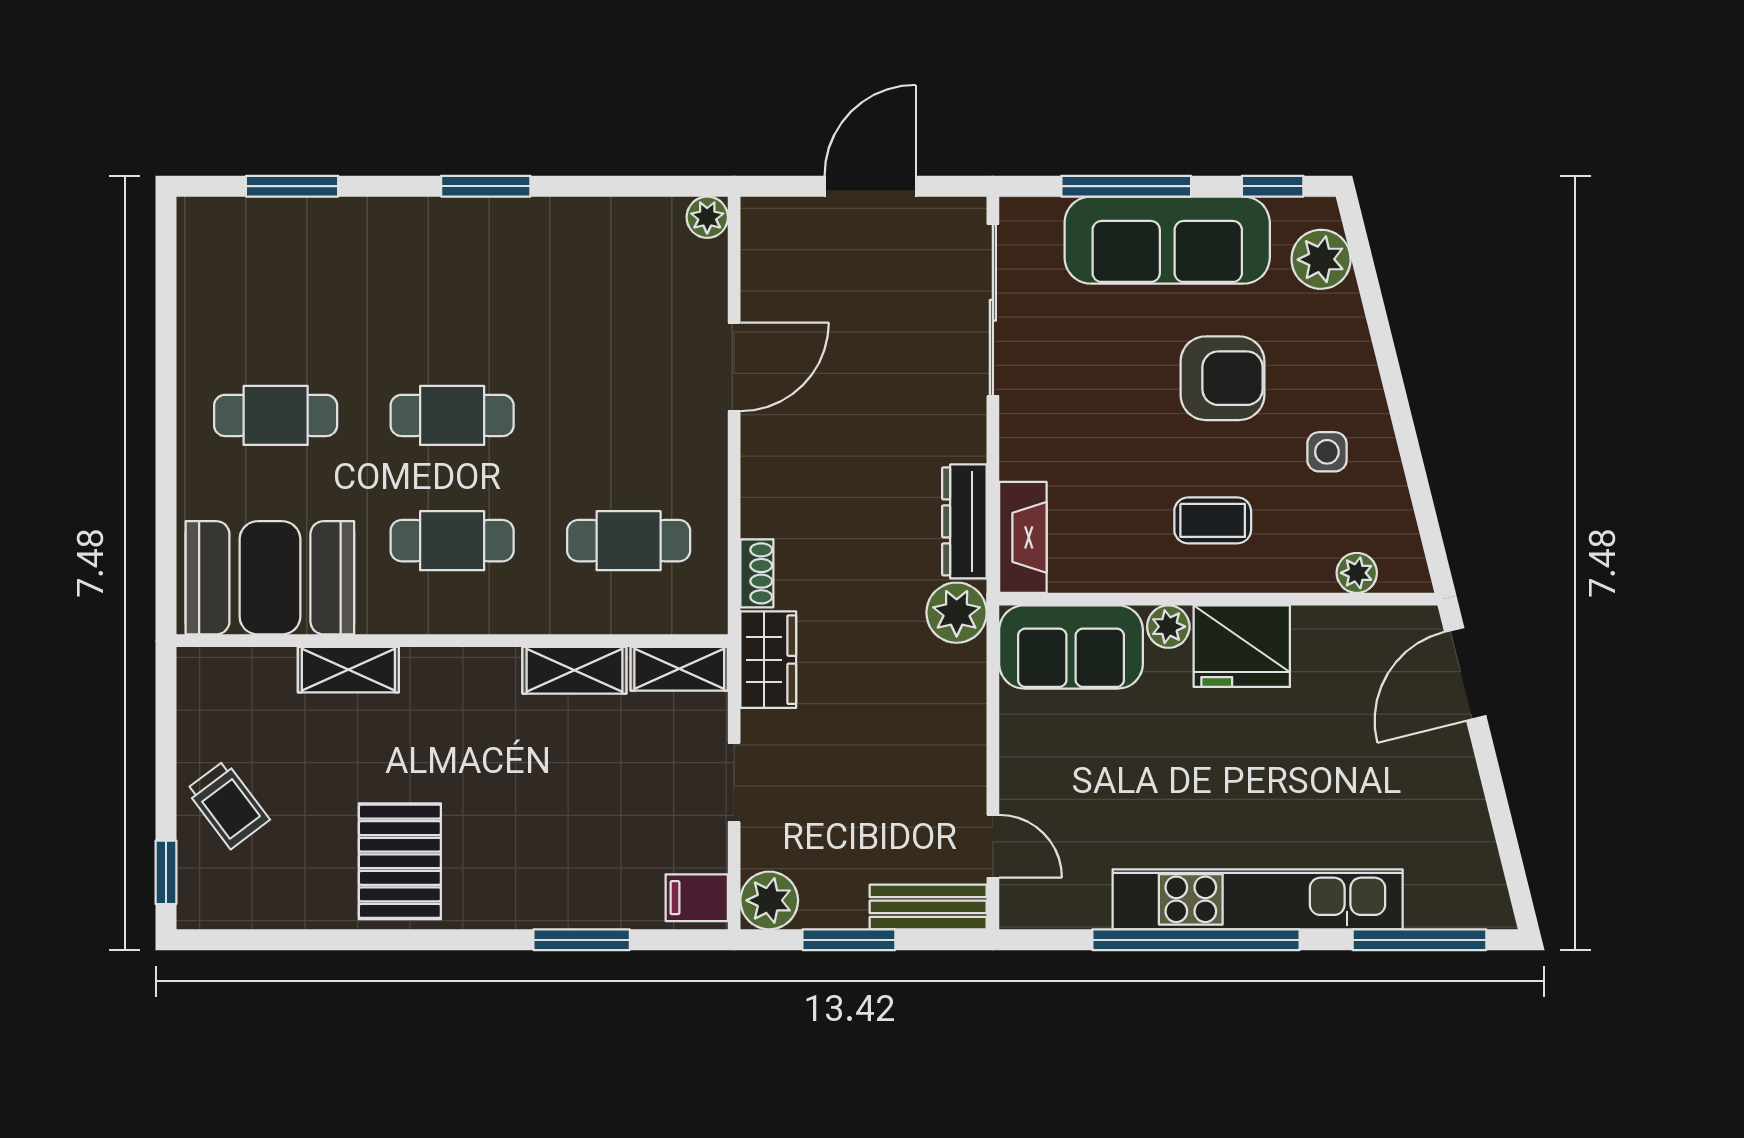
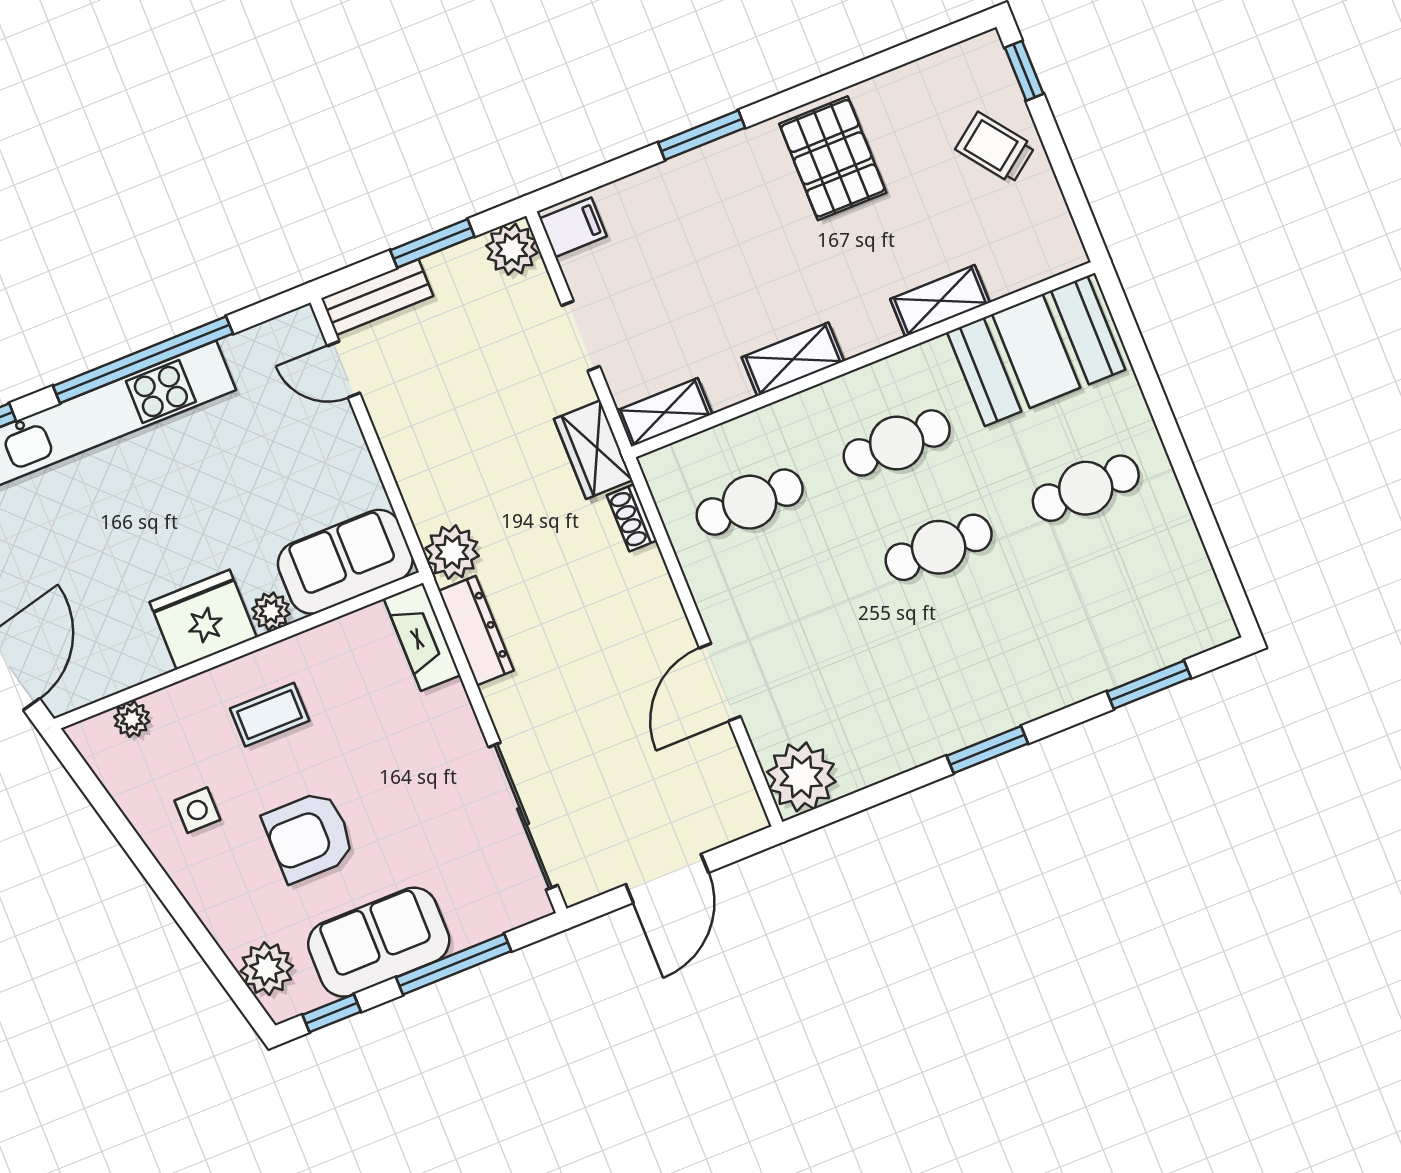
plant: (707, 217) -> (801, 777), width x1.88, depth x1.88
sofa: (1167, 240) -> (379, 942), width x0.73
shelving: (574, 670) -> (793, 359), moved
window: (582, 940) -> (702, 135), moved

